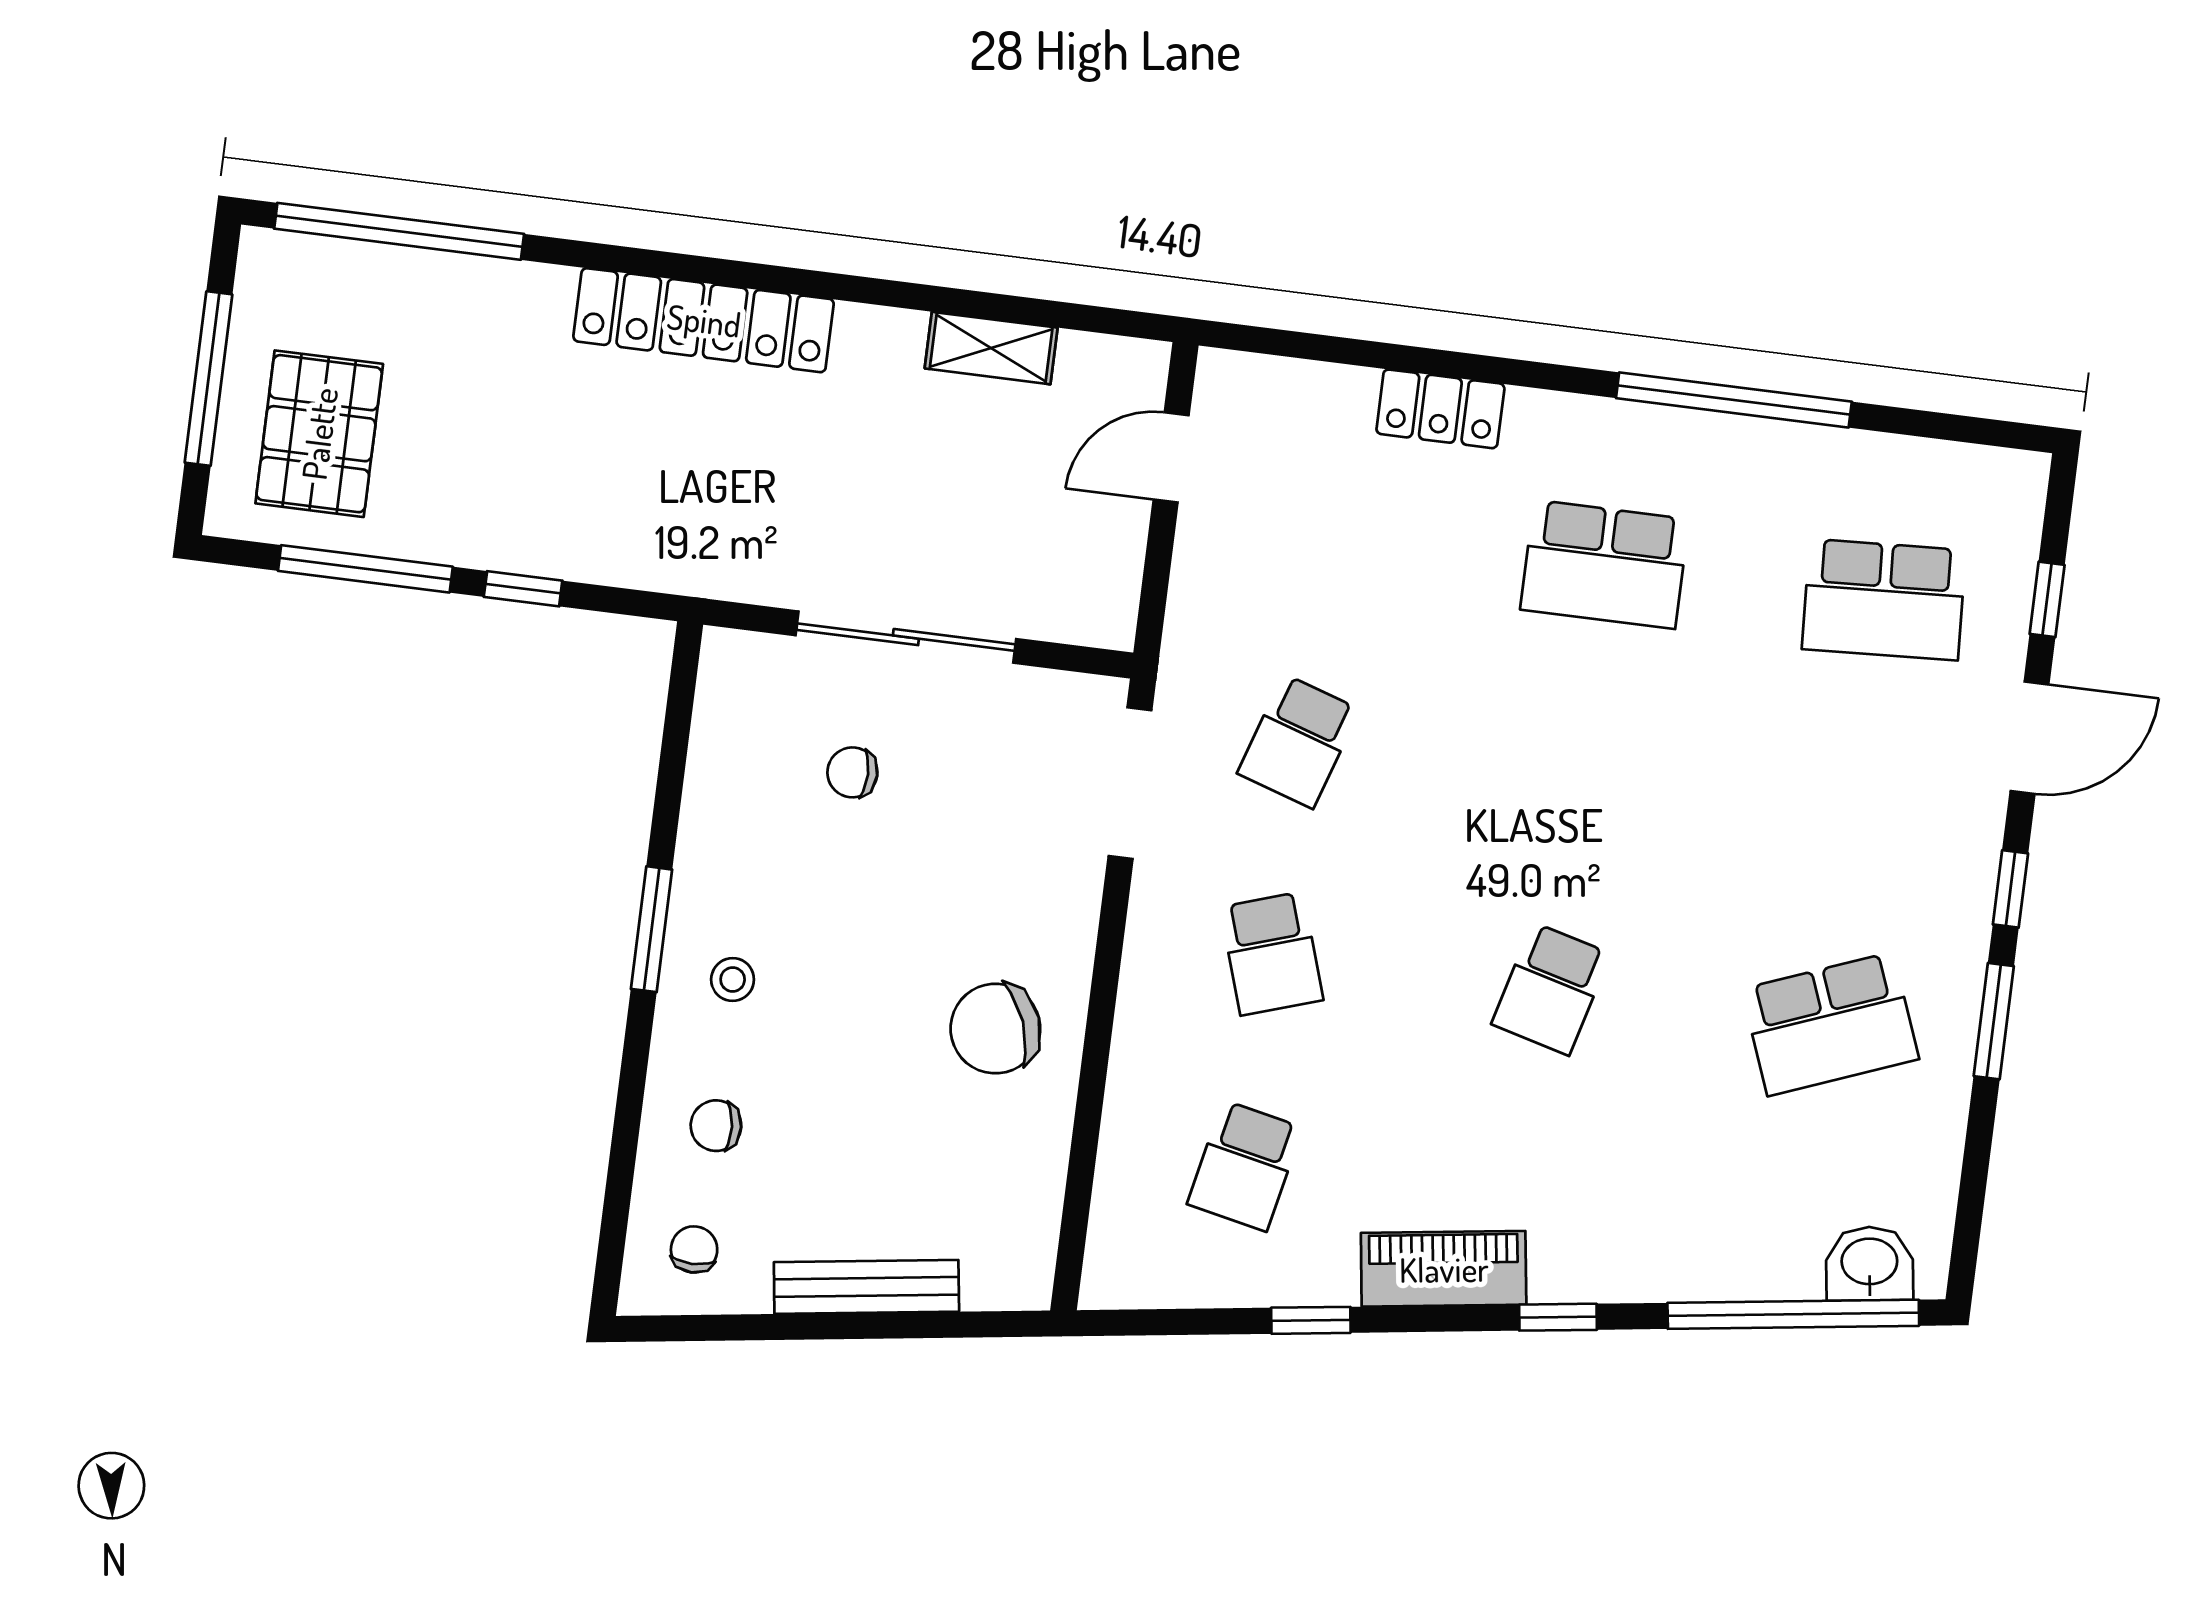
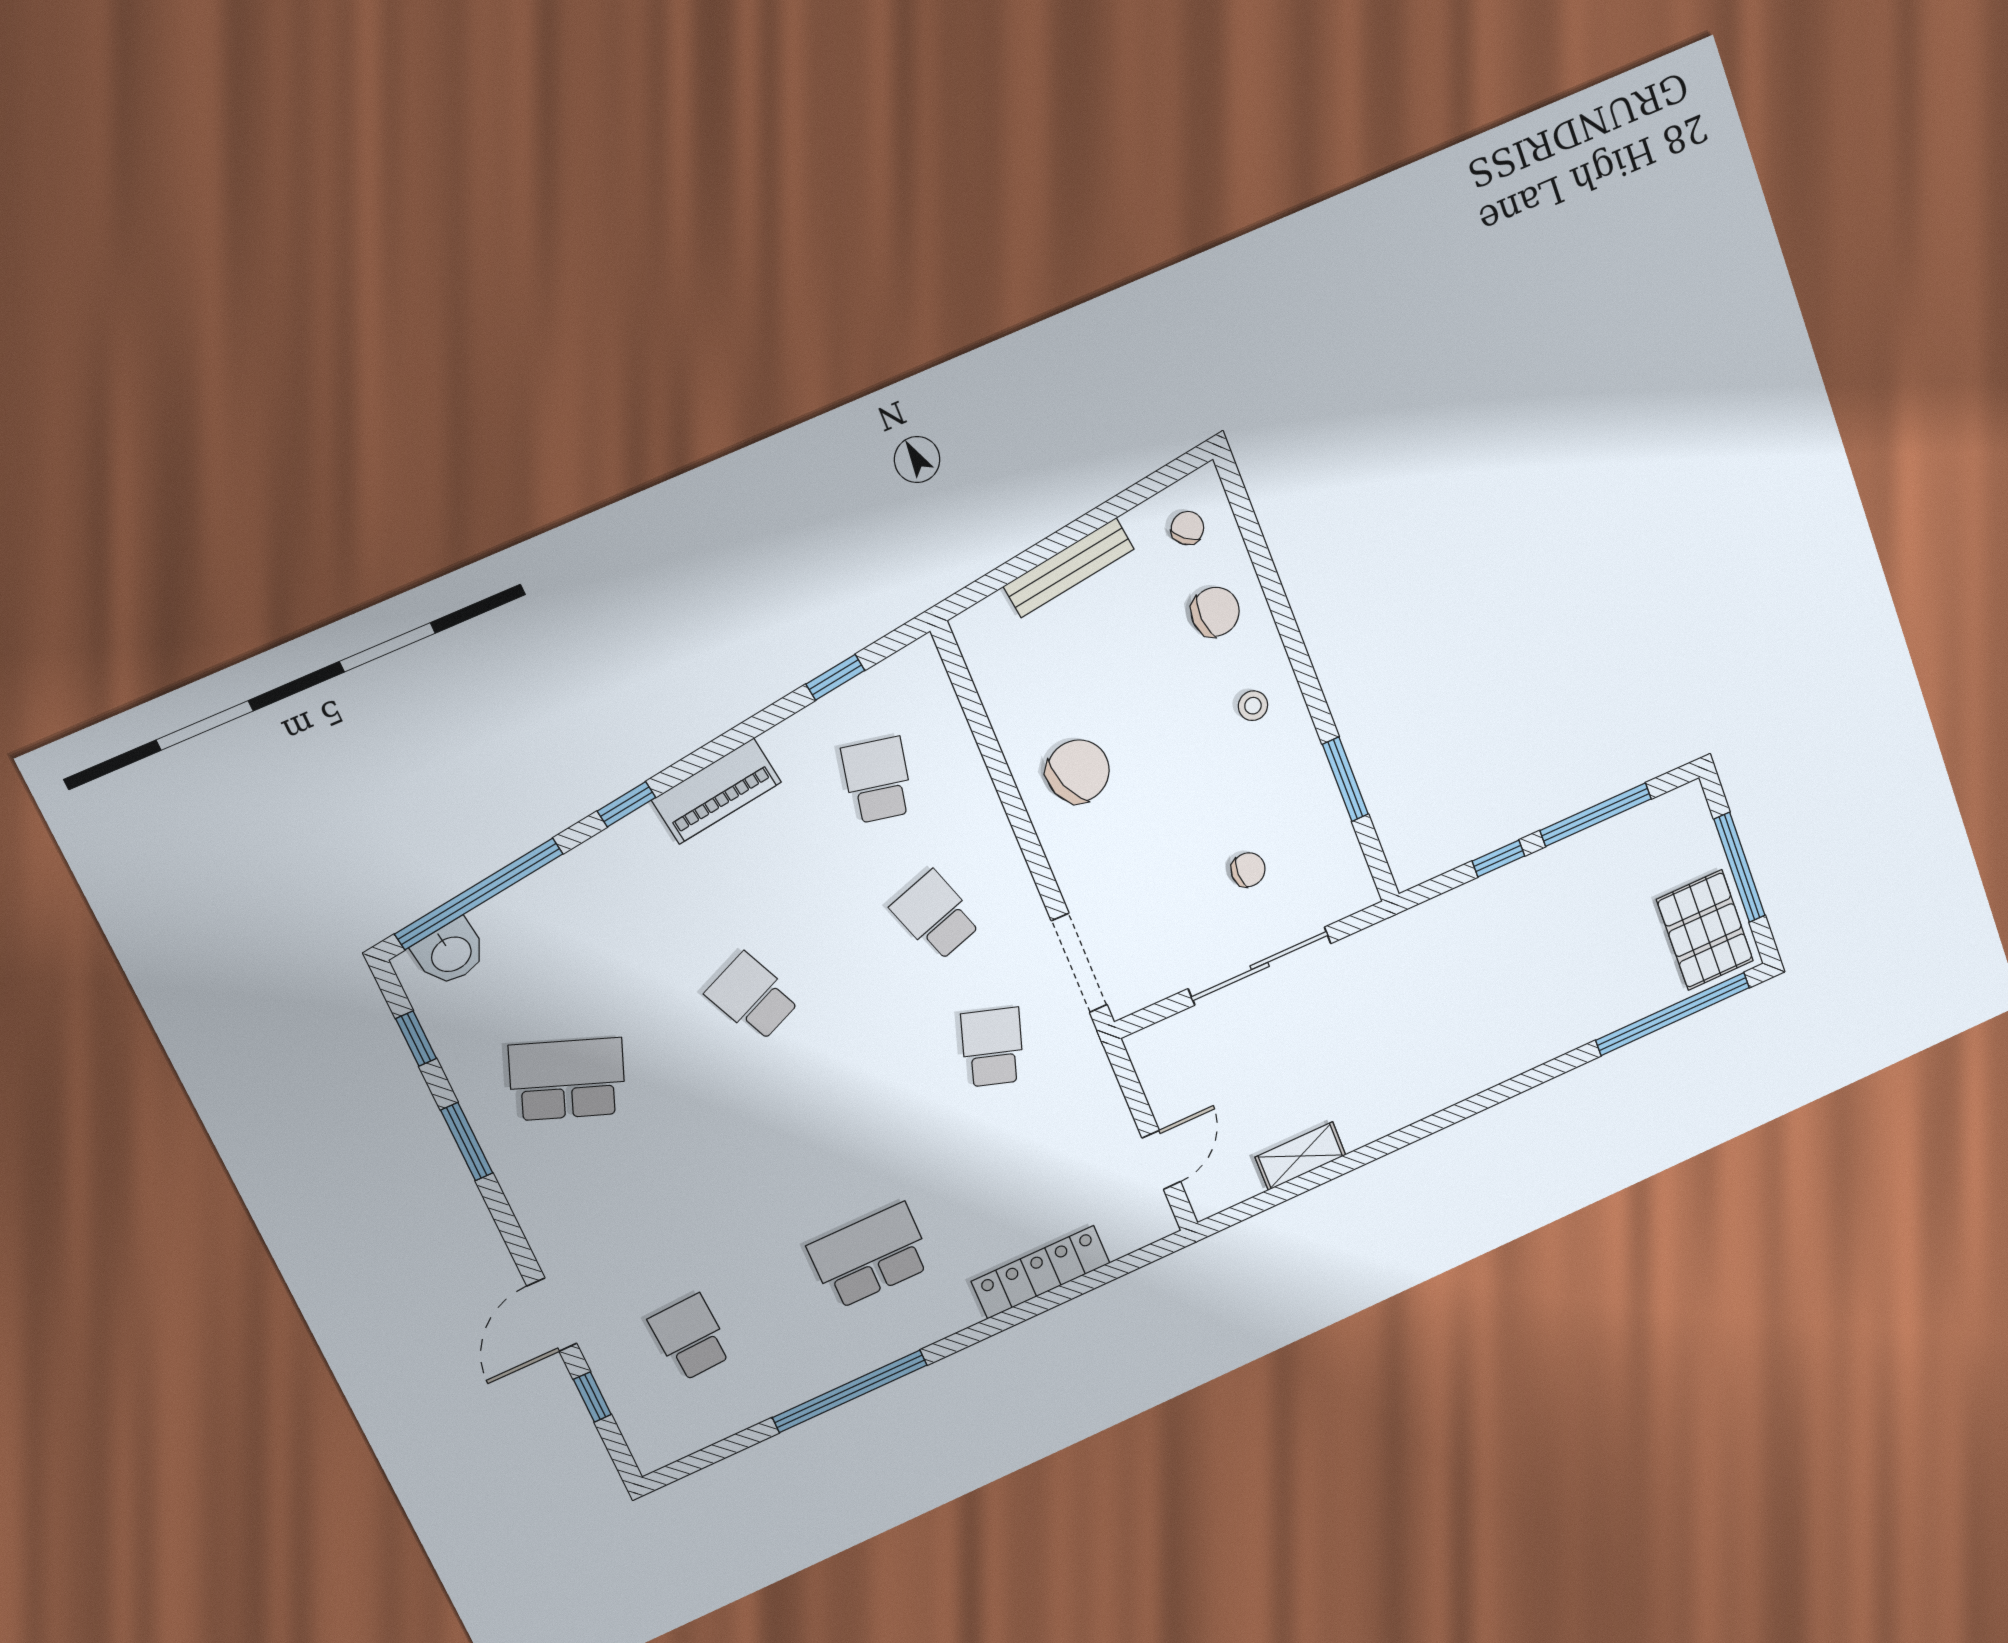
locker: (704, 320) -> (1474, 1071), removed
locker: (1440, 409) -> (1041, 1272), width x1.53
pallet: (319, 434) -> (1705, 930), moved
school desk: (1884, 600) -> (691, 1337), width x0.54
window: (2010, 889) -> (416, 1039), moved
window: (652, 929) -> (1345, 779), moved
school desk: (1551, 989) -> (753, 997), turned -39
school desk: (1830, 1024) -> (567, 1079), turned 42
chair: (716, 1126) -> (1215, 612), width x1.37, depth x1.37
chair: (694, 1249) -> (1187, 528), turned -140
window: (1311, 1320) -> (835, 677), moved

